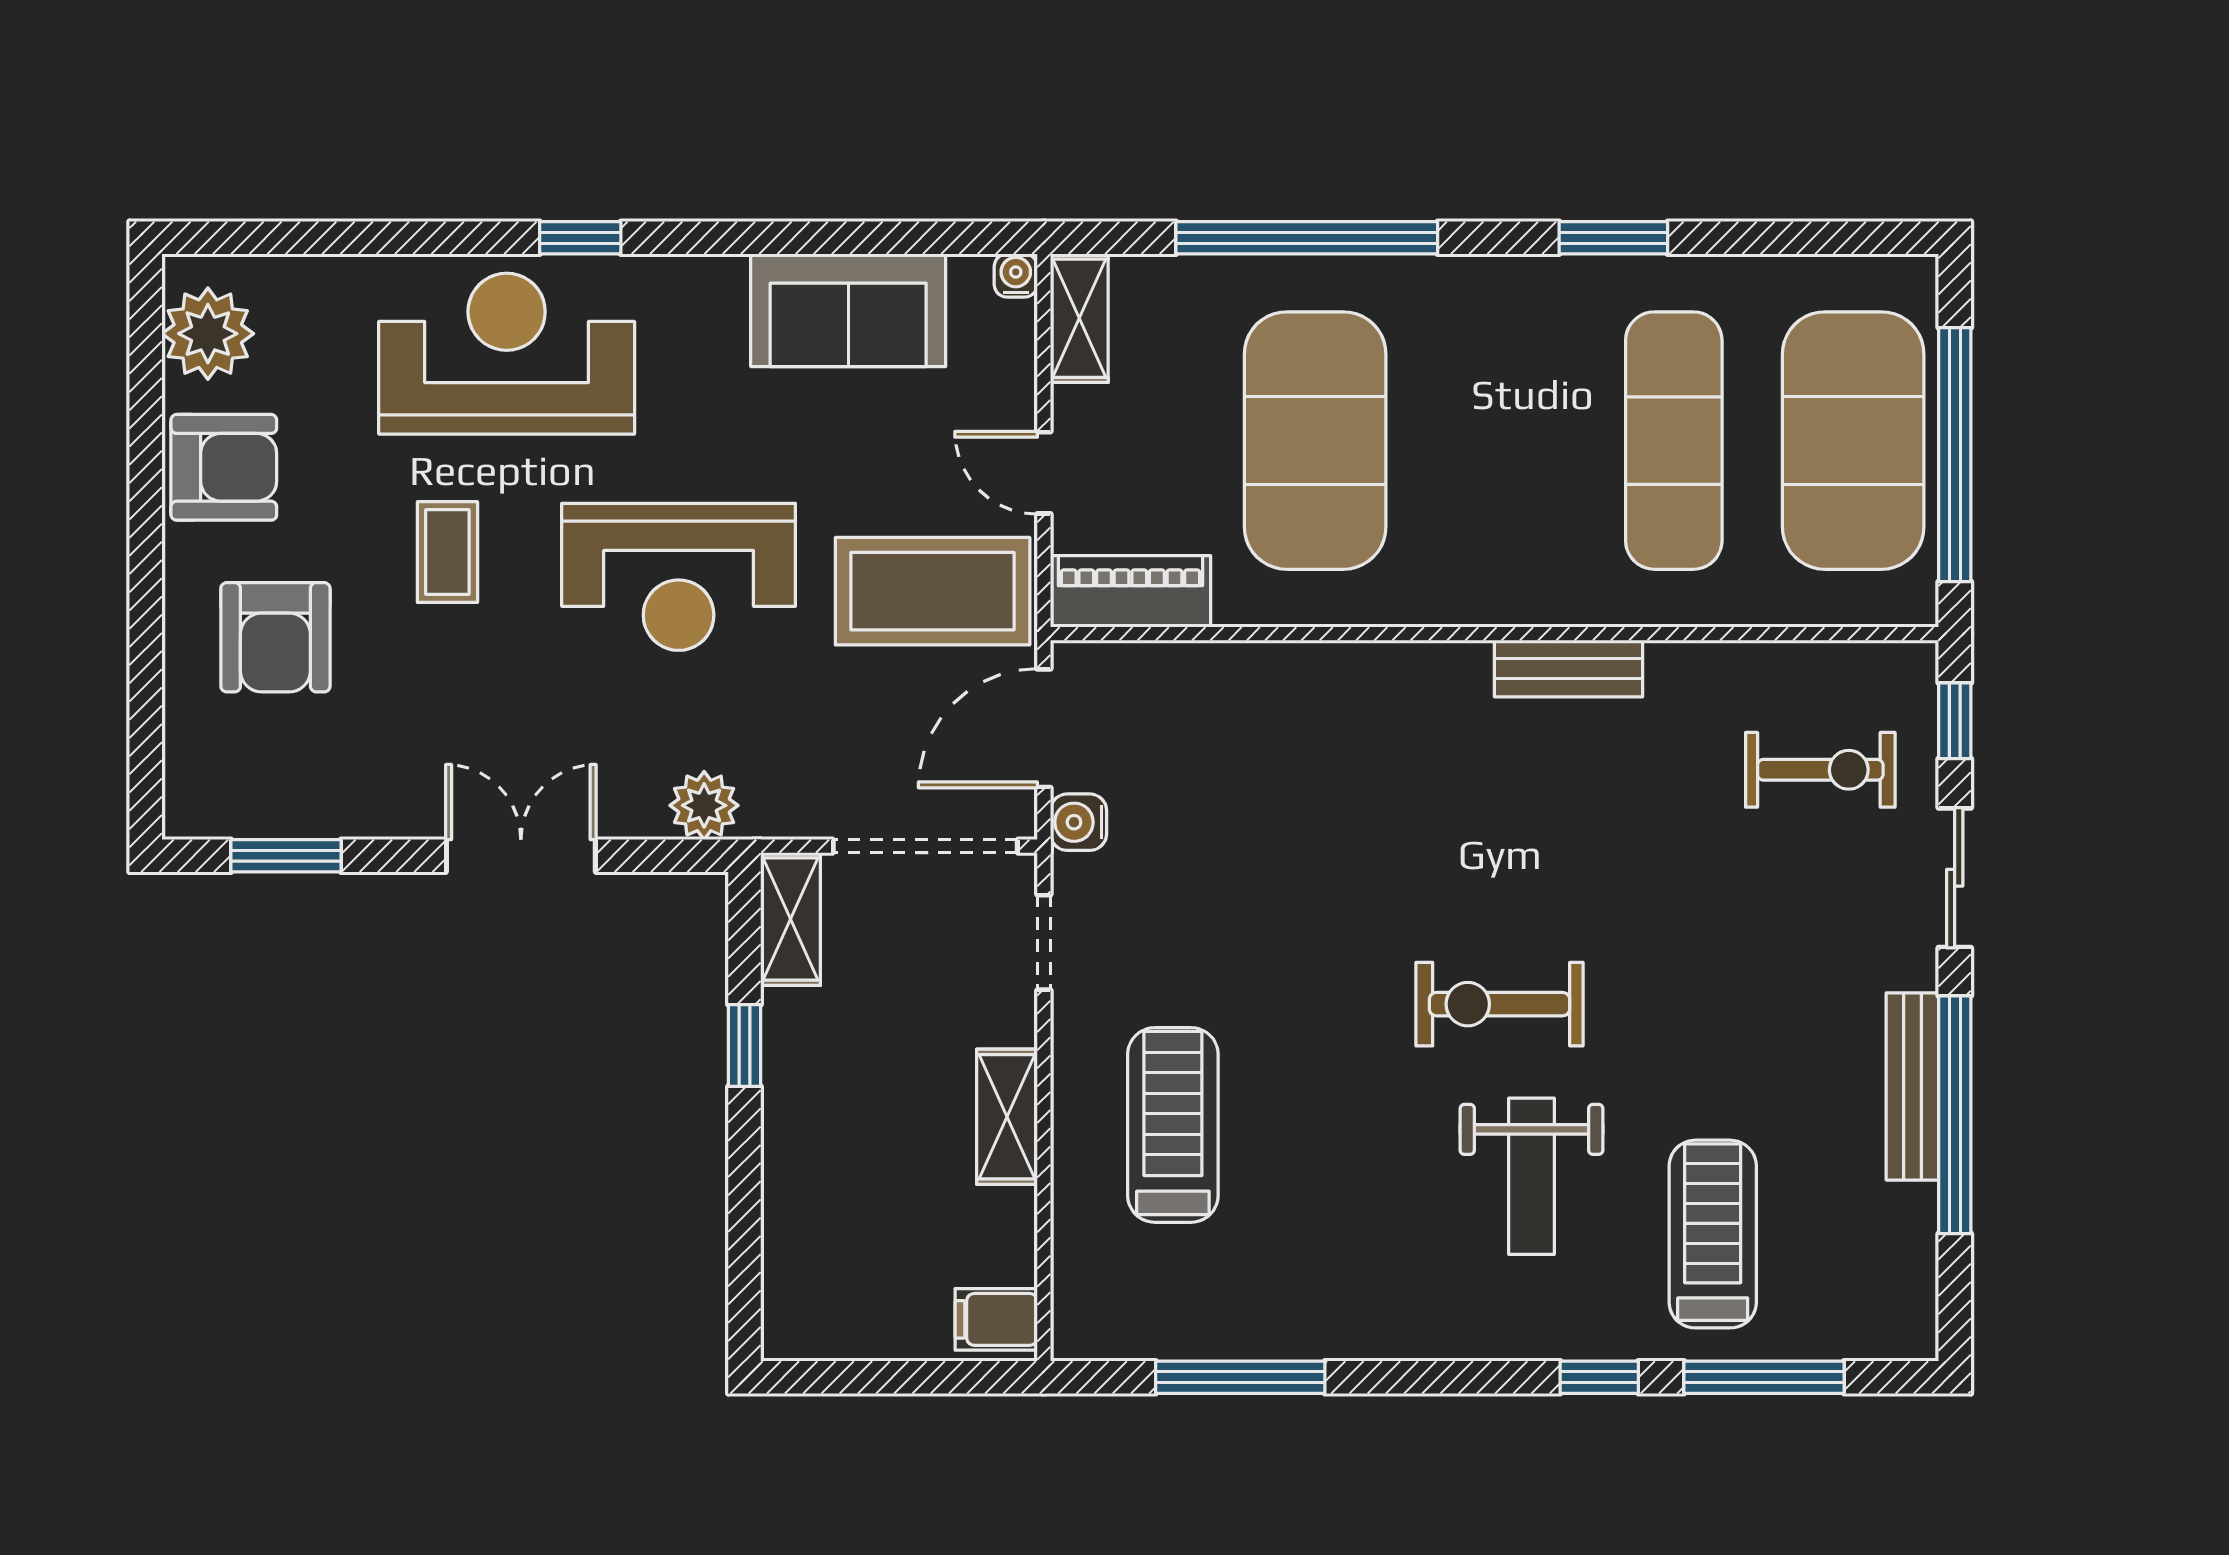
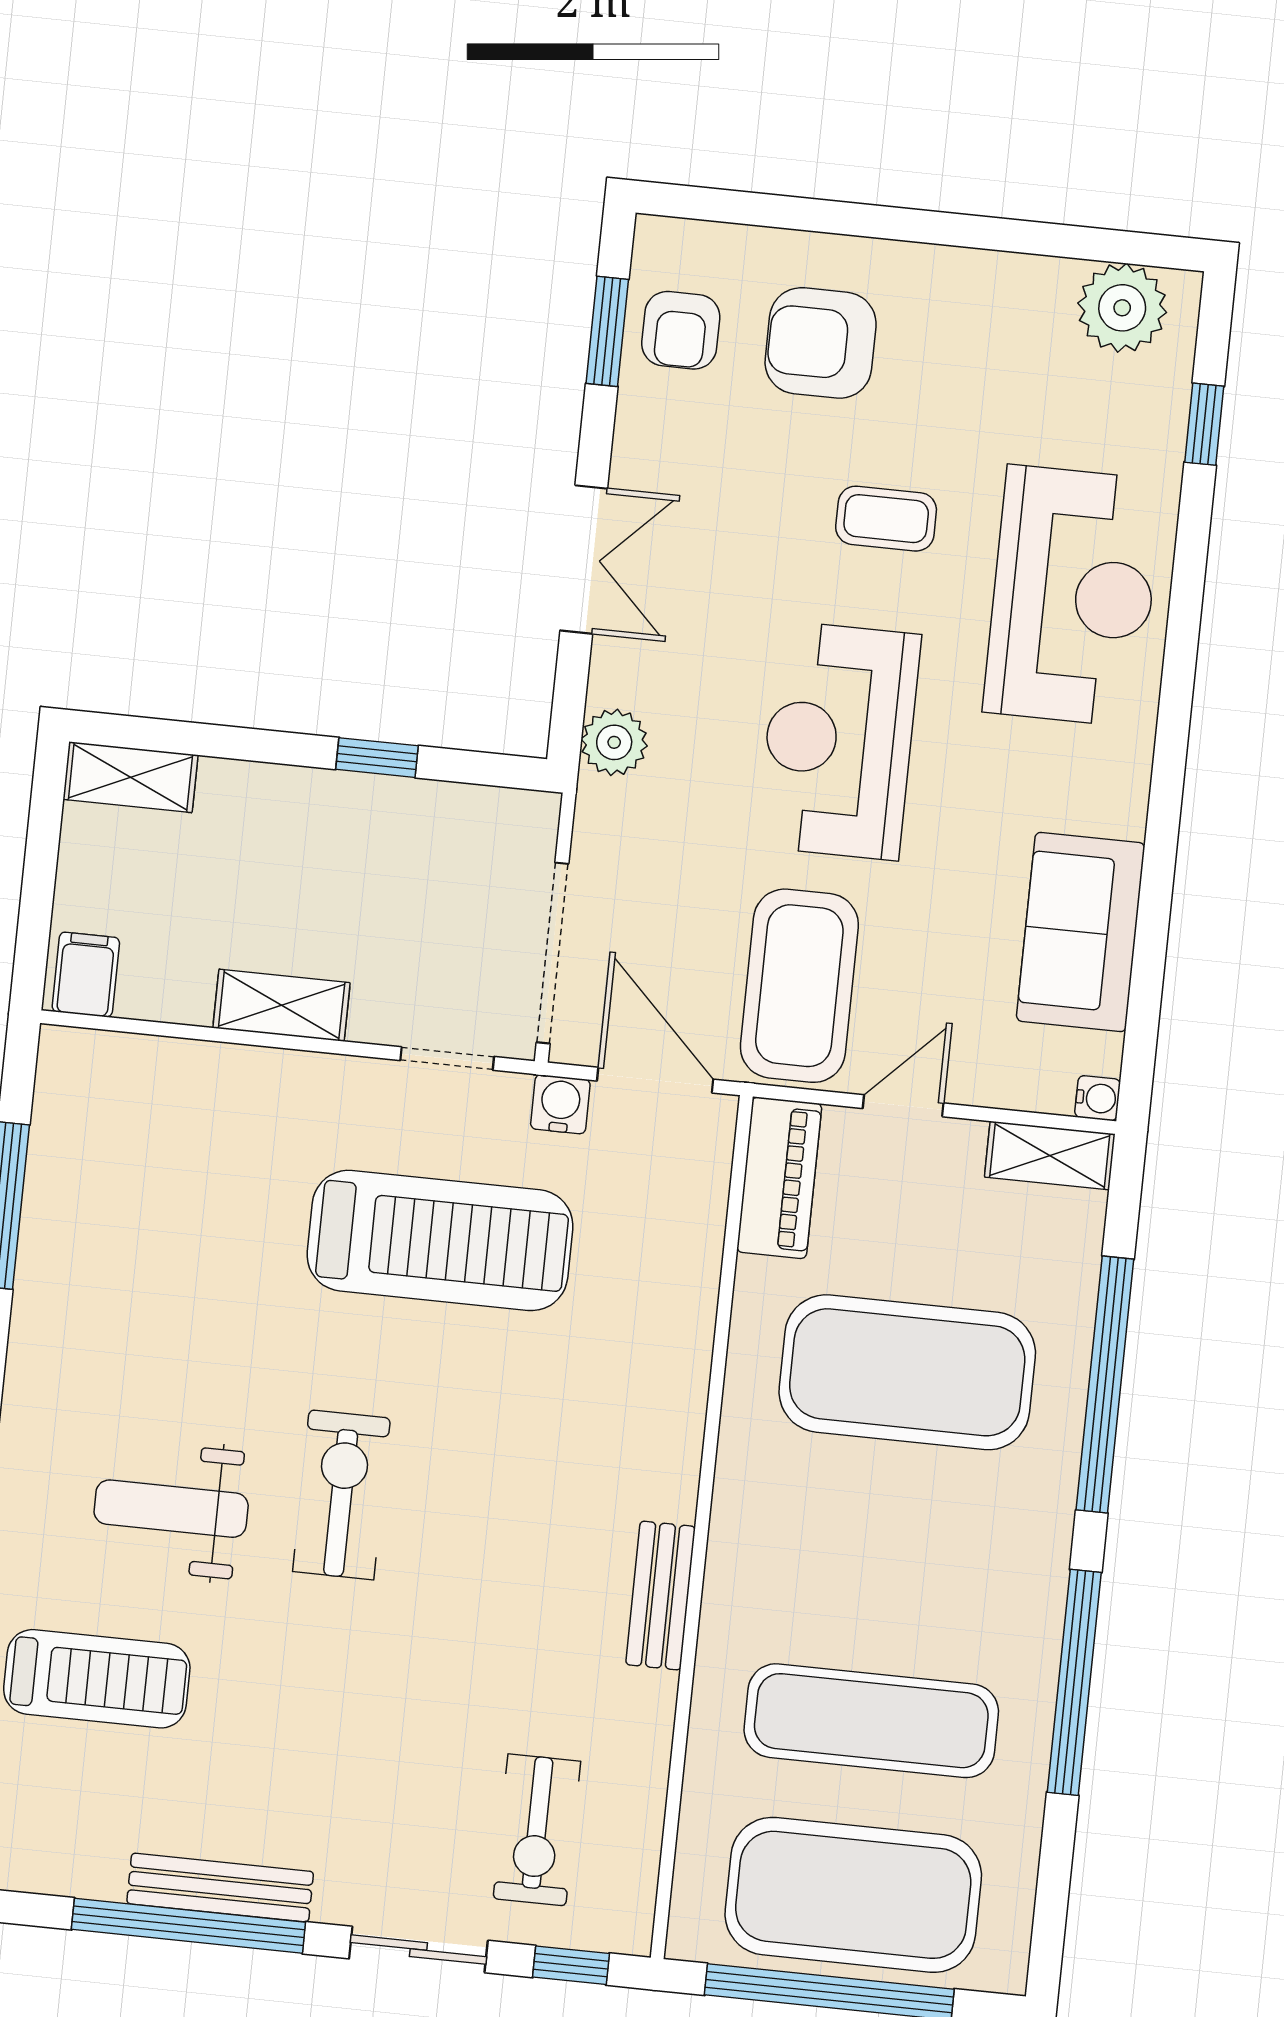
window: (580, 238) -> (1204, 424), moved
window: (1613, 238) -> (1074, 1682), width x2.11
armchair: (224, 467) -> (681, 330), moved, width x0.72, depth x0.72
shelving: (790, 919) -> (130, 777), moved
treadmill: (1173, 1125) -> (440, 1240), moved, width x1.37, depth x1.38

